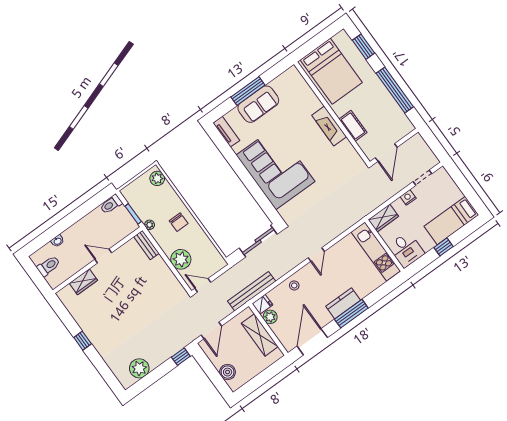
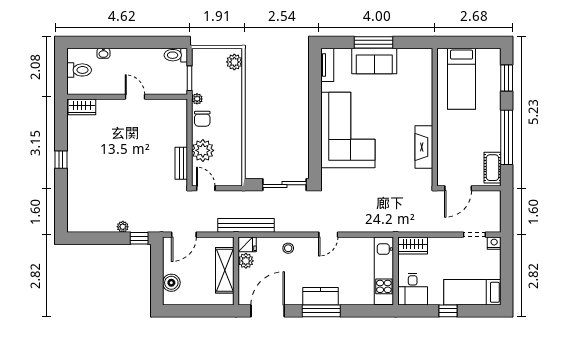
bed: (331, 71) -> (462, 79), width x0.67
fireplace: (329, 126) -> (424, 147), moved
cot: (353, 126) -> (492, 168), moved
nightstand: (408, 197) -> (494, 243), moved
chair: (179, 222) -> (202, 119), moved
bench: (146, 245) -> (181, 163), moved
wardrobe: (83, 282) -> (82, 107), moved
plant: (139, 368) -> (123, 227), moved, width x0.53, depth x0.53

